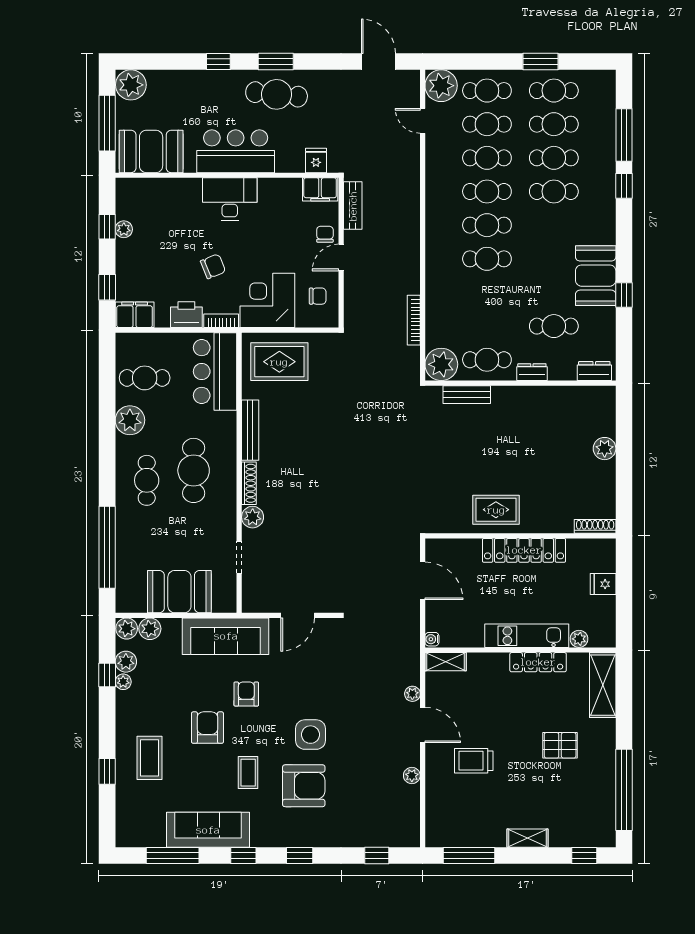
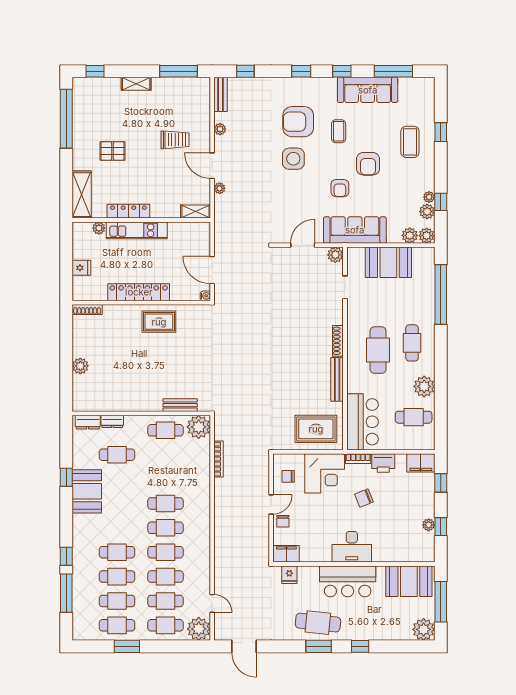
bench: (353, 206) -> (221, 94), moved
dresser: (532, 372) -> (112, 421), moved
plant: (253, 517) -> (335, 255), moved
water cooler: (432, 639) -> (205, 296), moved

